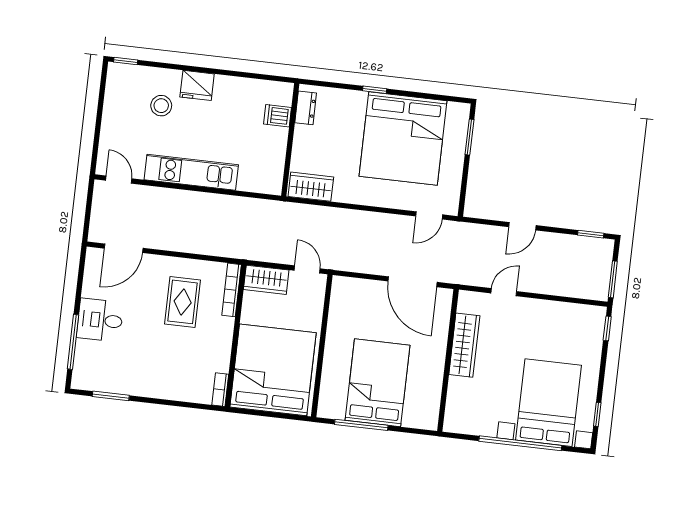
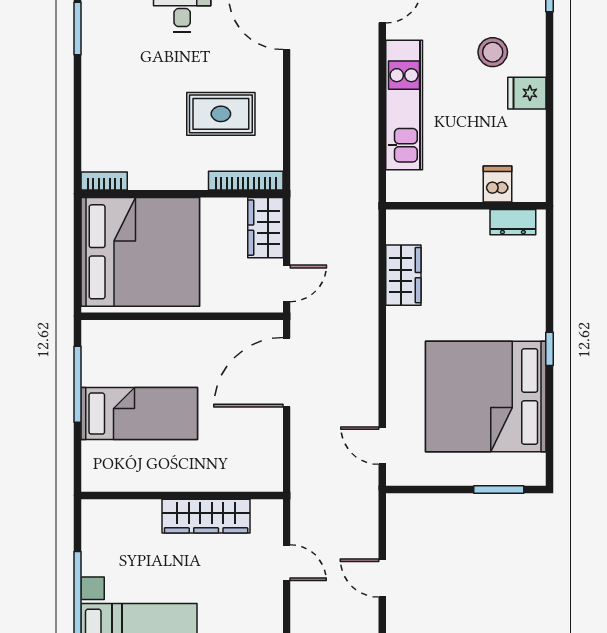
fridge: (197, 85) -> (527, 93), width x0.72
dresser: (306, 108) -> (513, 222), moved
dishwasher: (278, 116) -> (497, 184), moved
wall: (290, 140) -> (466, 206), moved
door: (413, 282) -> (287, 372), moved
bed: (378, 383) -> (139, 414), width x0.67

